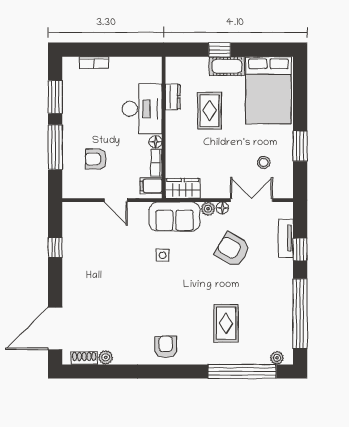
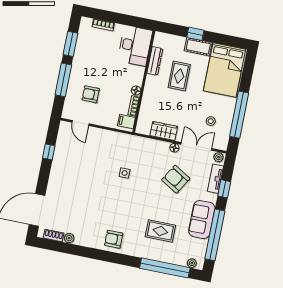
dresser: (173, 97) -> (155, 61), width x1.44
desk: (142, 109) -> (135, 46), moved
window: (300, 146) -> (239, 115), width x2.11
wardrobe: (183, 188) -> (164, 131), moved
door: (116, 200) -> (80, 123), moved
plant: (208, 209) -> (219, 157), moved
sofa: (174, 217) -> (202, 220), moved, turned 90
rug: (226, 323) -> (160, 231), turned 90
armchair: (166, 347) -> (114, 239), turned -90

